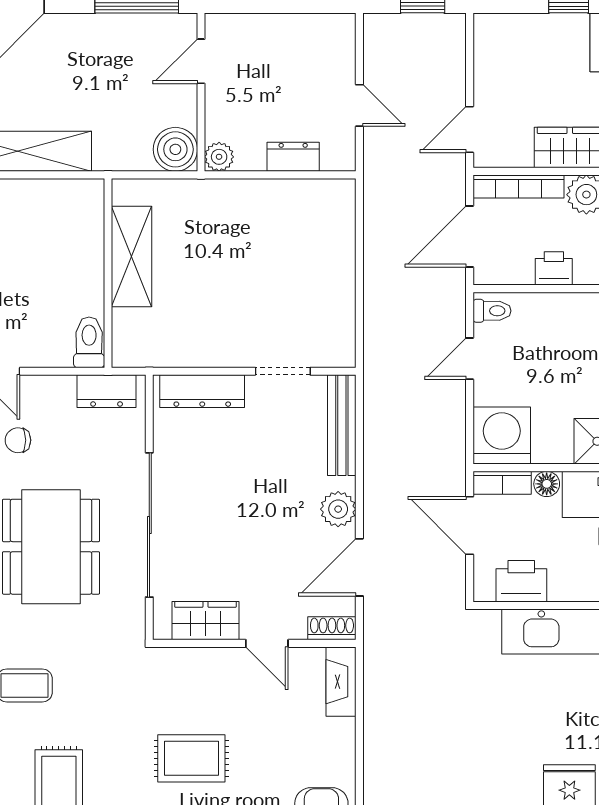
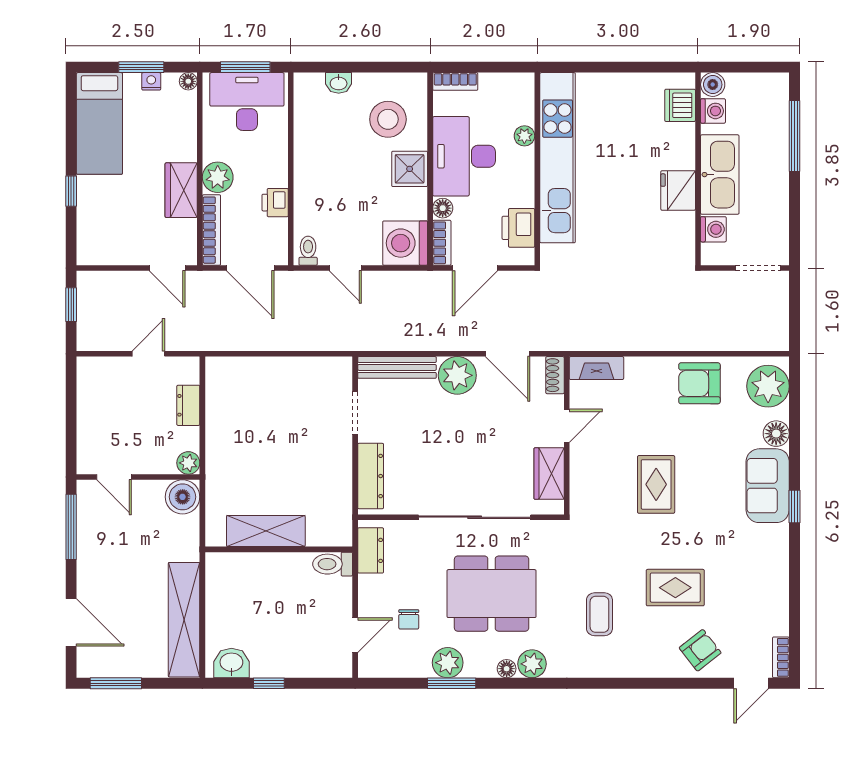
plant: (338, 509) -> (457, 375), width x1.36, depth x1.36

